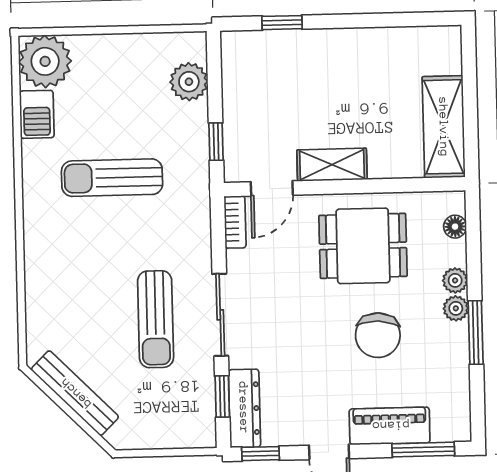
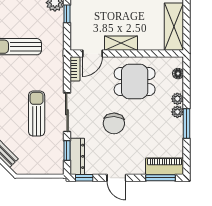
window: (216, 142) -> (67, 14), moved
sun lounger: (156, 319) -> (37, 114), turned 180
chair: (378, 335) -> (114, 123), moved
piano: (390, 426) -> (165, 166), moved

